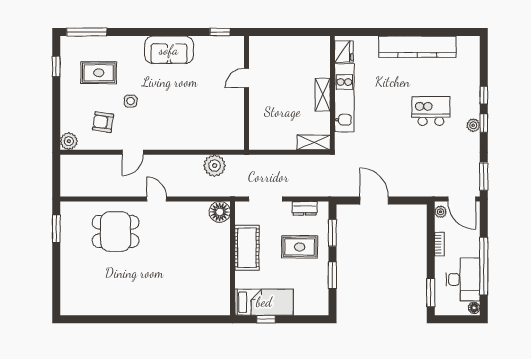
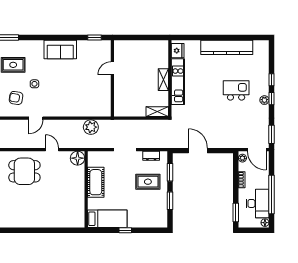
floor lamp: (220, 212) -> (78, 158), moved
cot: (247, 248) -> (96, 182), moved
wall: (233, 258) -> (86, 189), moved
bed: (264, 302) -> (107, 219), moved

